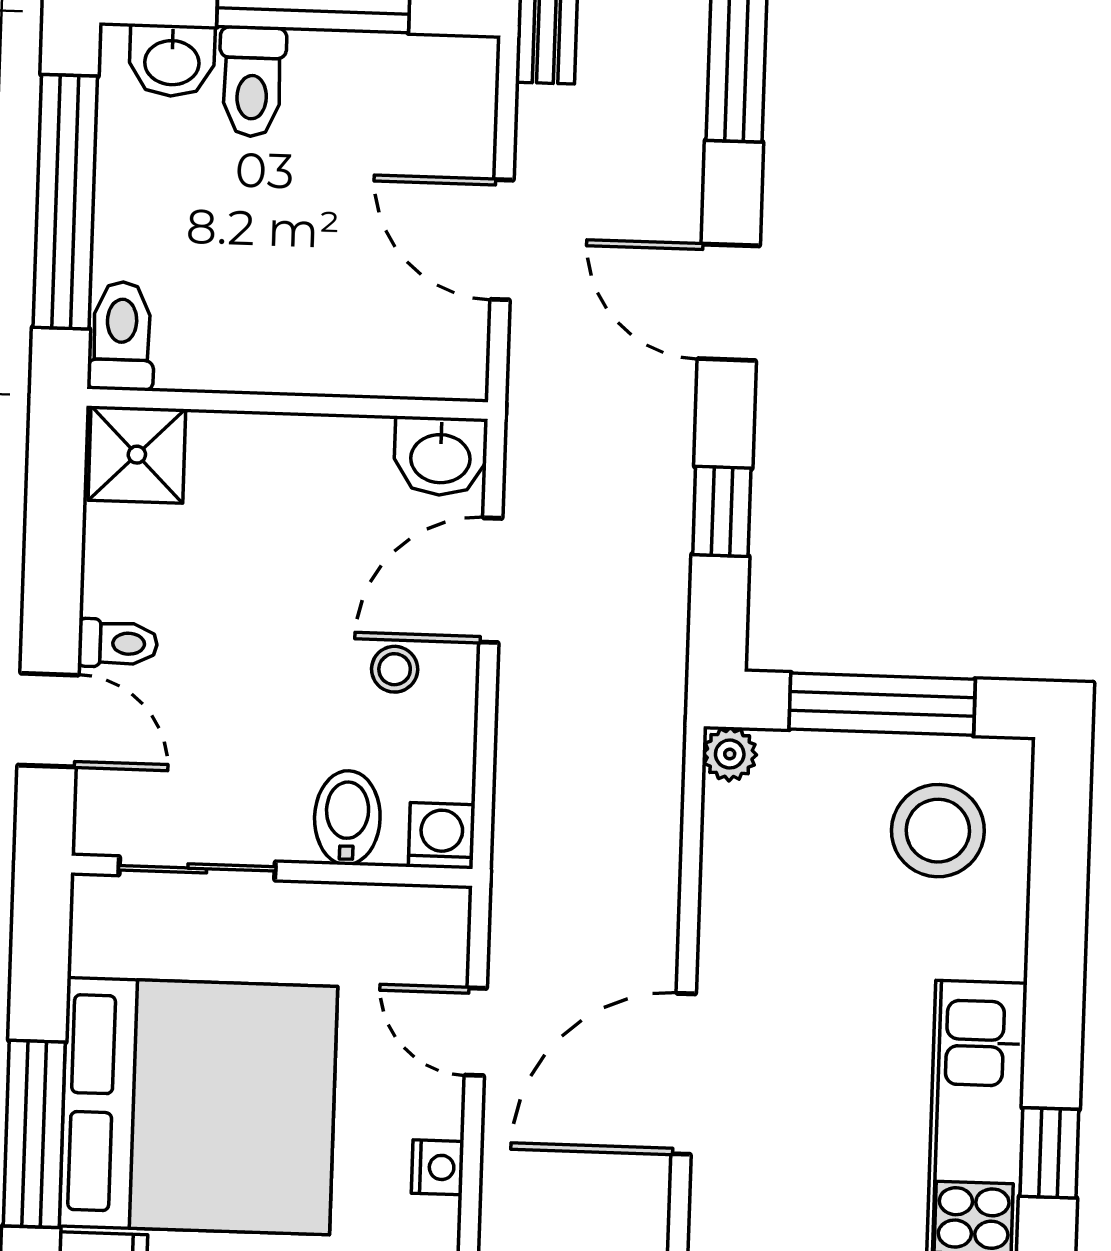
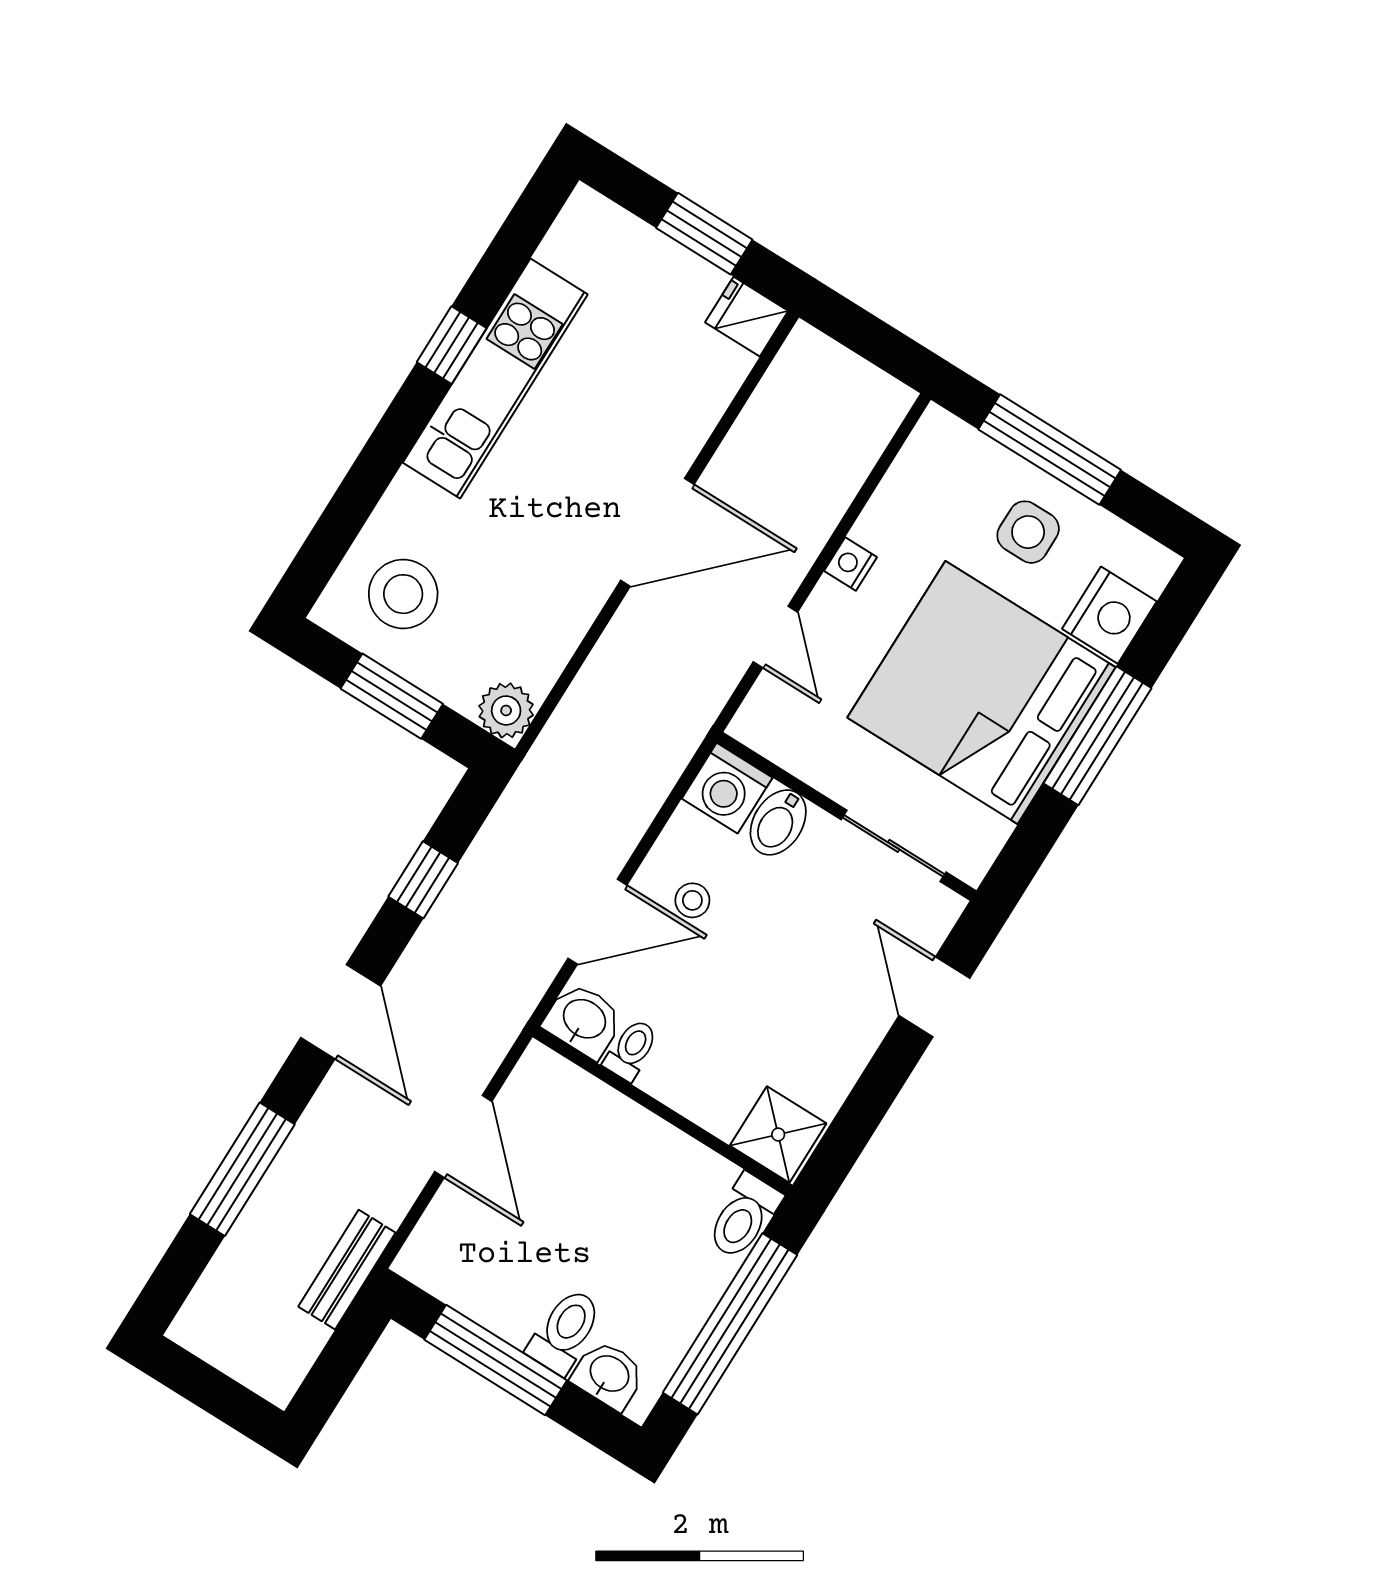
toilet: (118, 643) -> (631, 1050), moved, turned 90
window: (882, 704) -> (392, 696), width x0.69
plant: (730, 754) -> (506, 710), width x1.38, depth x1.38
washing machine: (442, 836) -> (727, 788), width x1.38, depth x1.38

